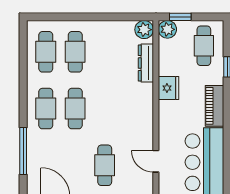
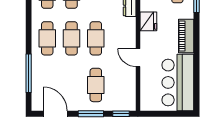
cafe table: (105, 109) -> (96, 38), added
door: (156, 161) -> (138, 58), moved

